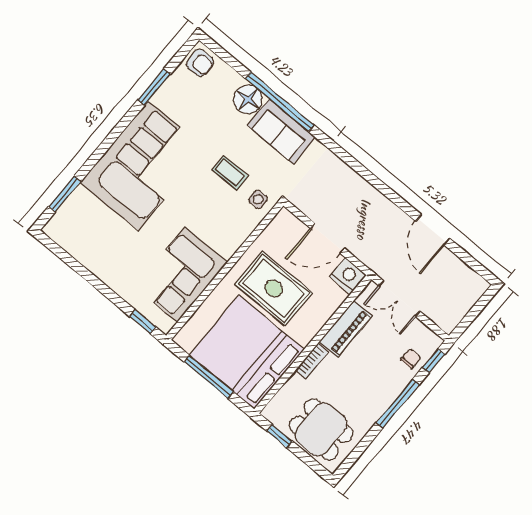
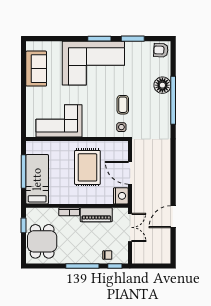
armchair: (200, 63) -> (161, 50), turned 93
sofa: (281, 131) -> (36, 69), moved, turned 180
window: (65, 194) -> (99, 39), moved
double door: (399, 298) -> (130, 227), swing flipped
window: (143, 322) -> (24, 121), removed
bed: (247, 352) -> (37, 179), width x0.49

